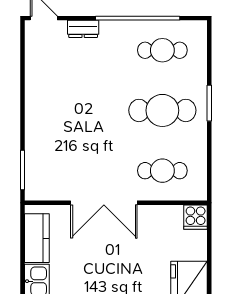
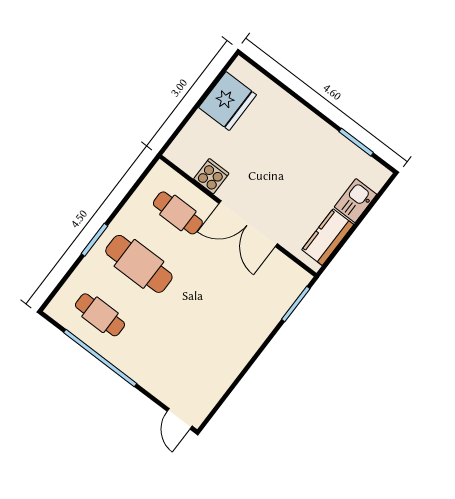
dresser: (83, 29) -> (153, 384), removed
double door: (104, 203) -> (248, 224), swing flipped
cooker: (196, 217) -> (211, 176), moved

